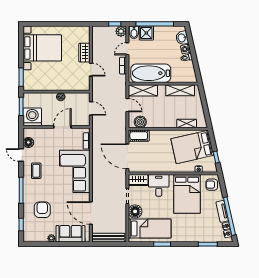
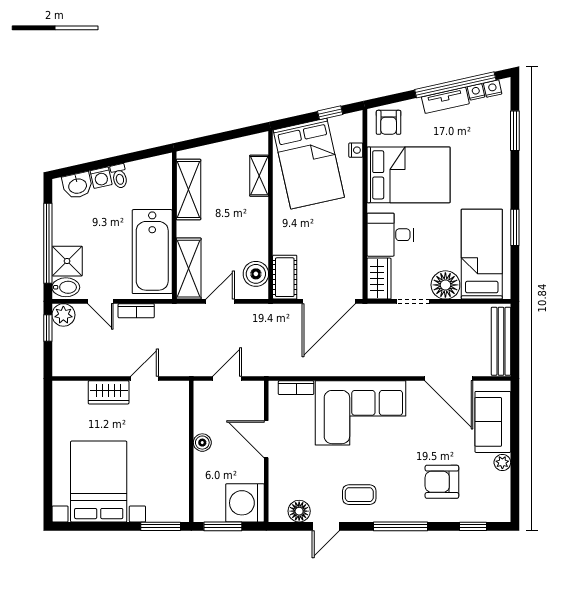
door: (91, 213) -> (449, 379), hinge flipped

